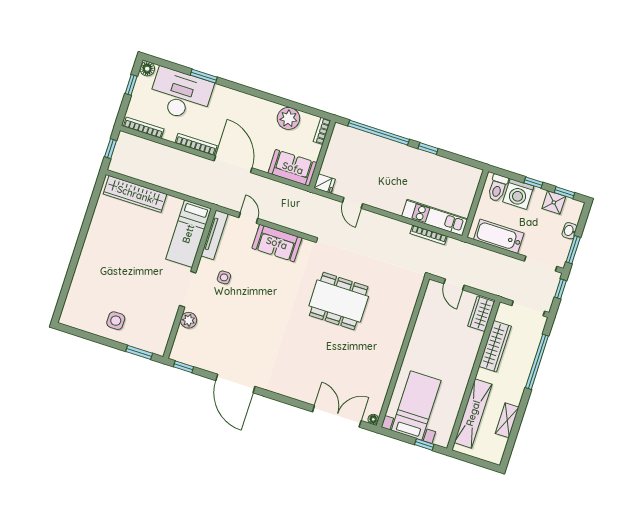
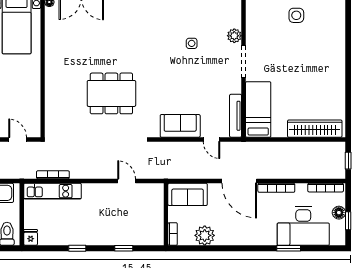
floor lamp: (147, 69) -> (339, 213), moved
window: (379, 133) -> (124, 248), width x0.32
fridge: (325, 184) -> (31, 237), moved, turned 90
side table: (224, 277) -> (192, 43), moved

